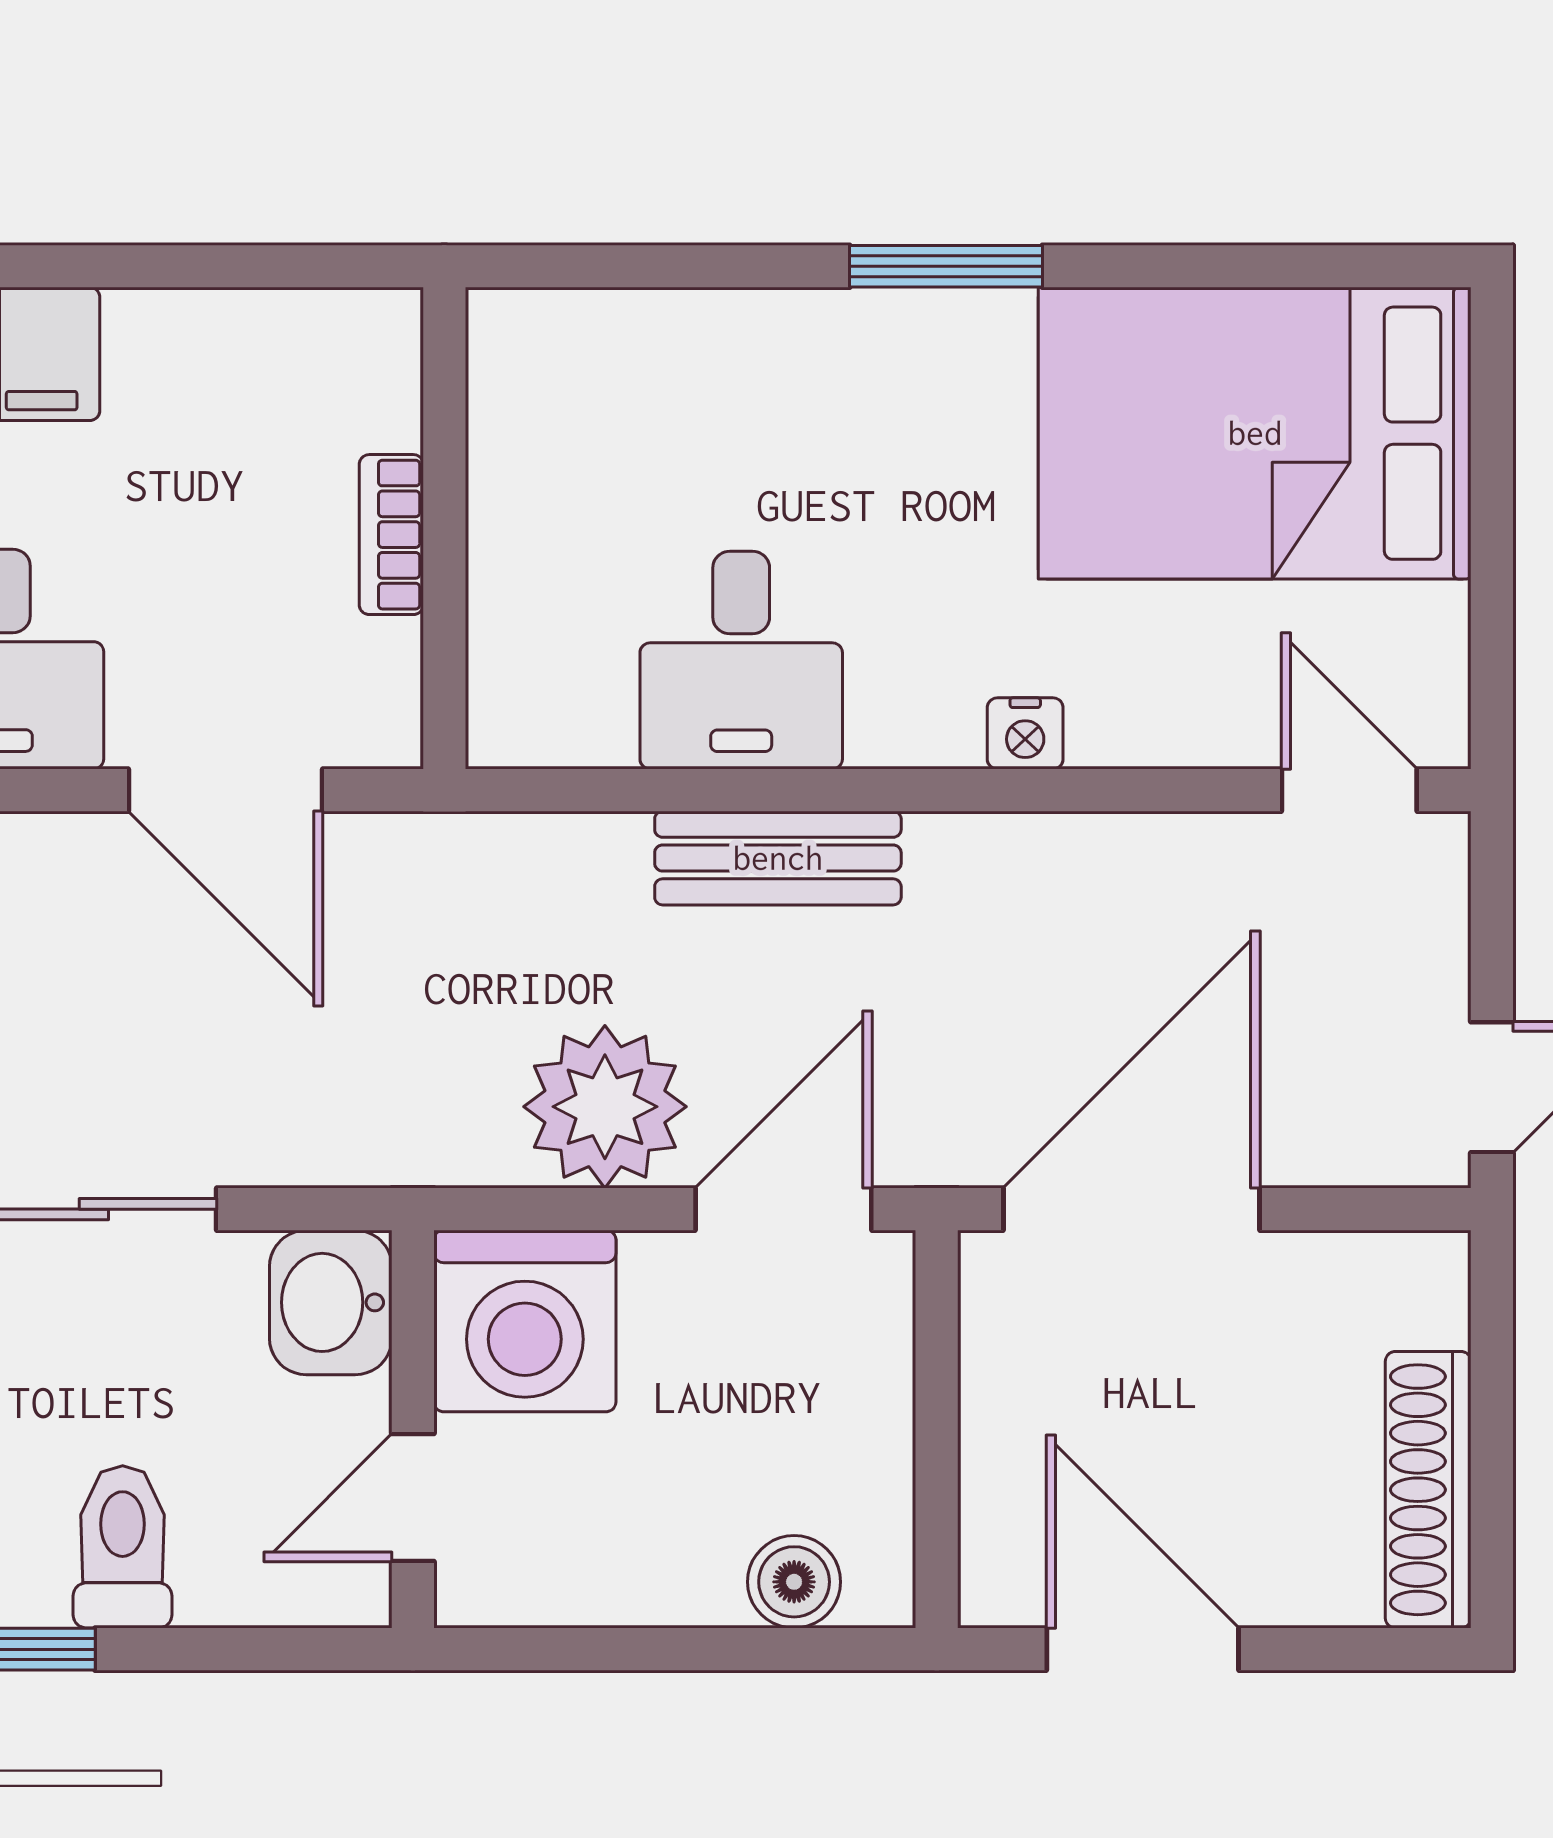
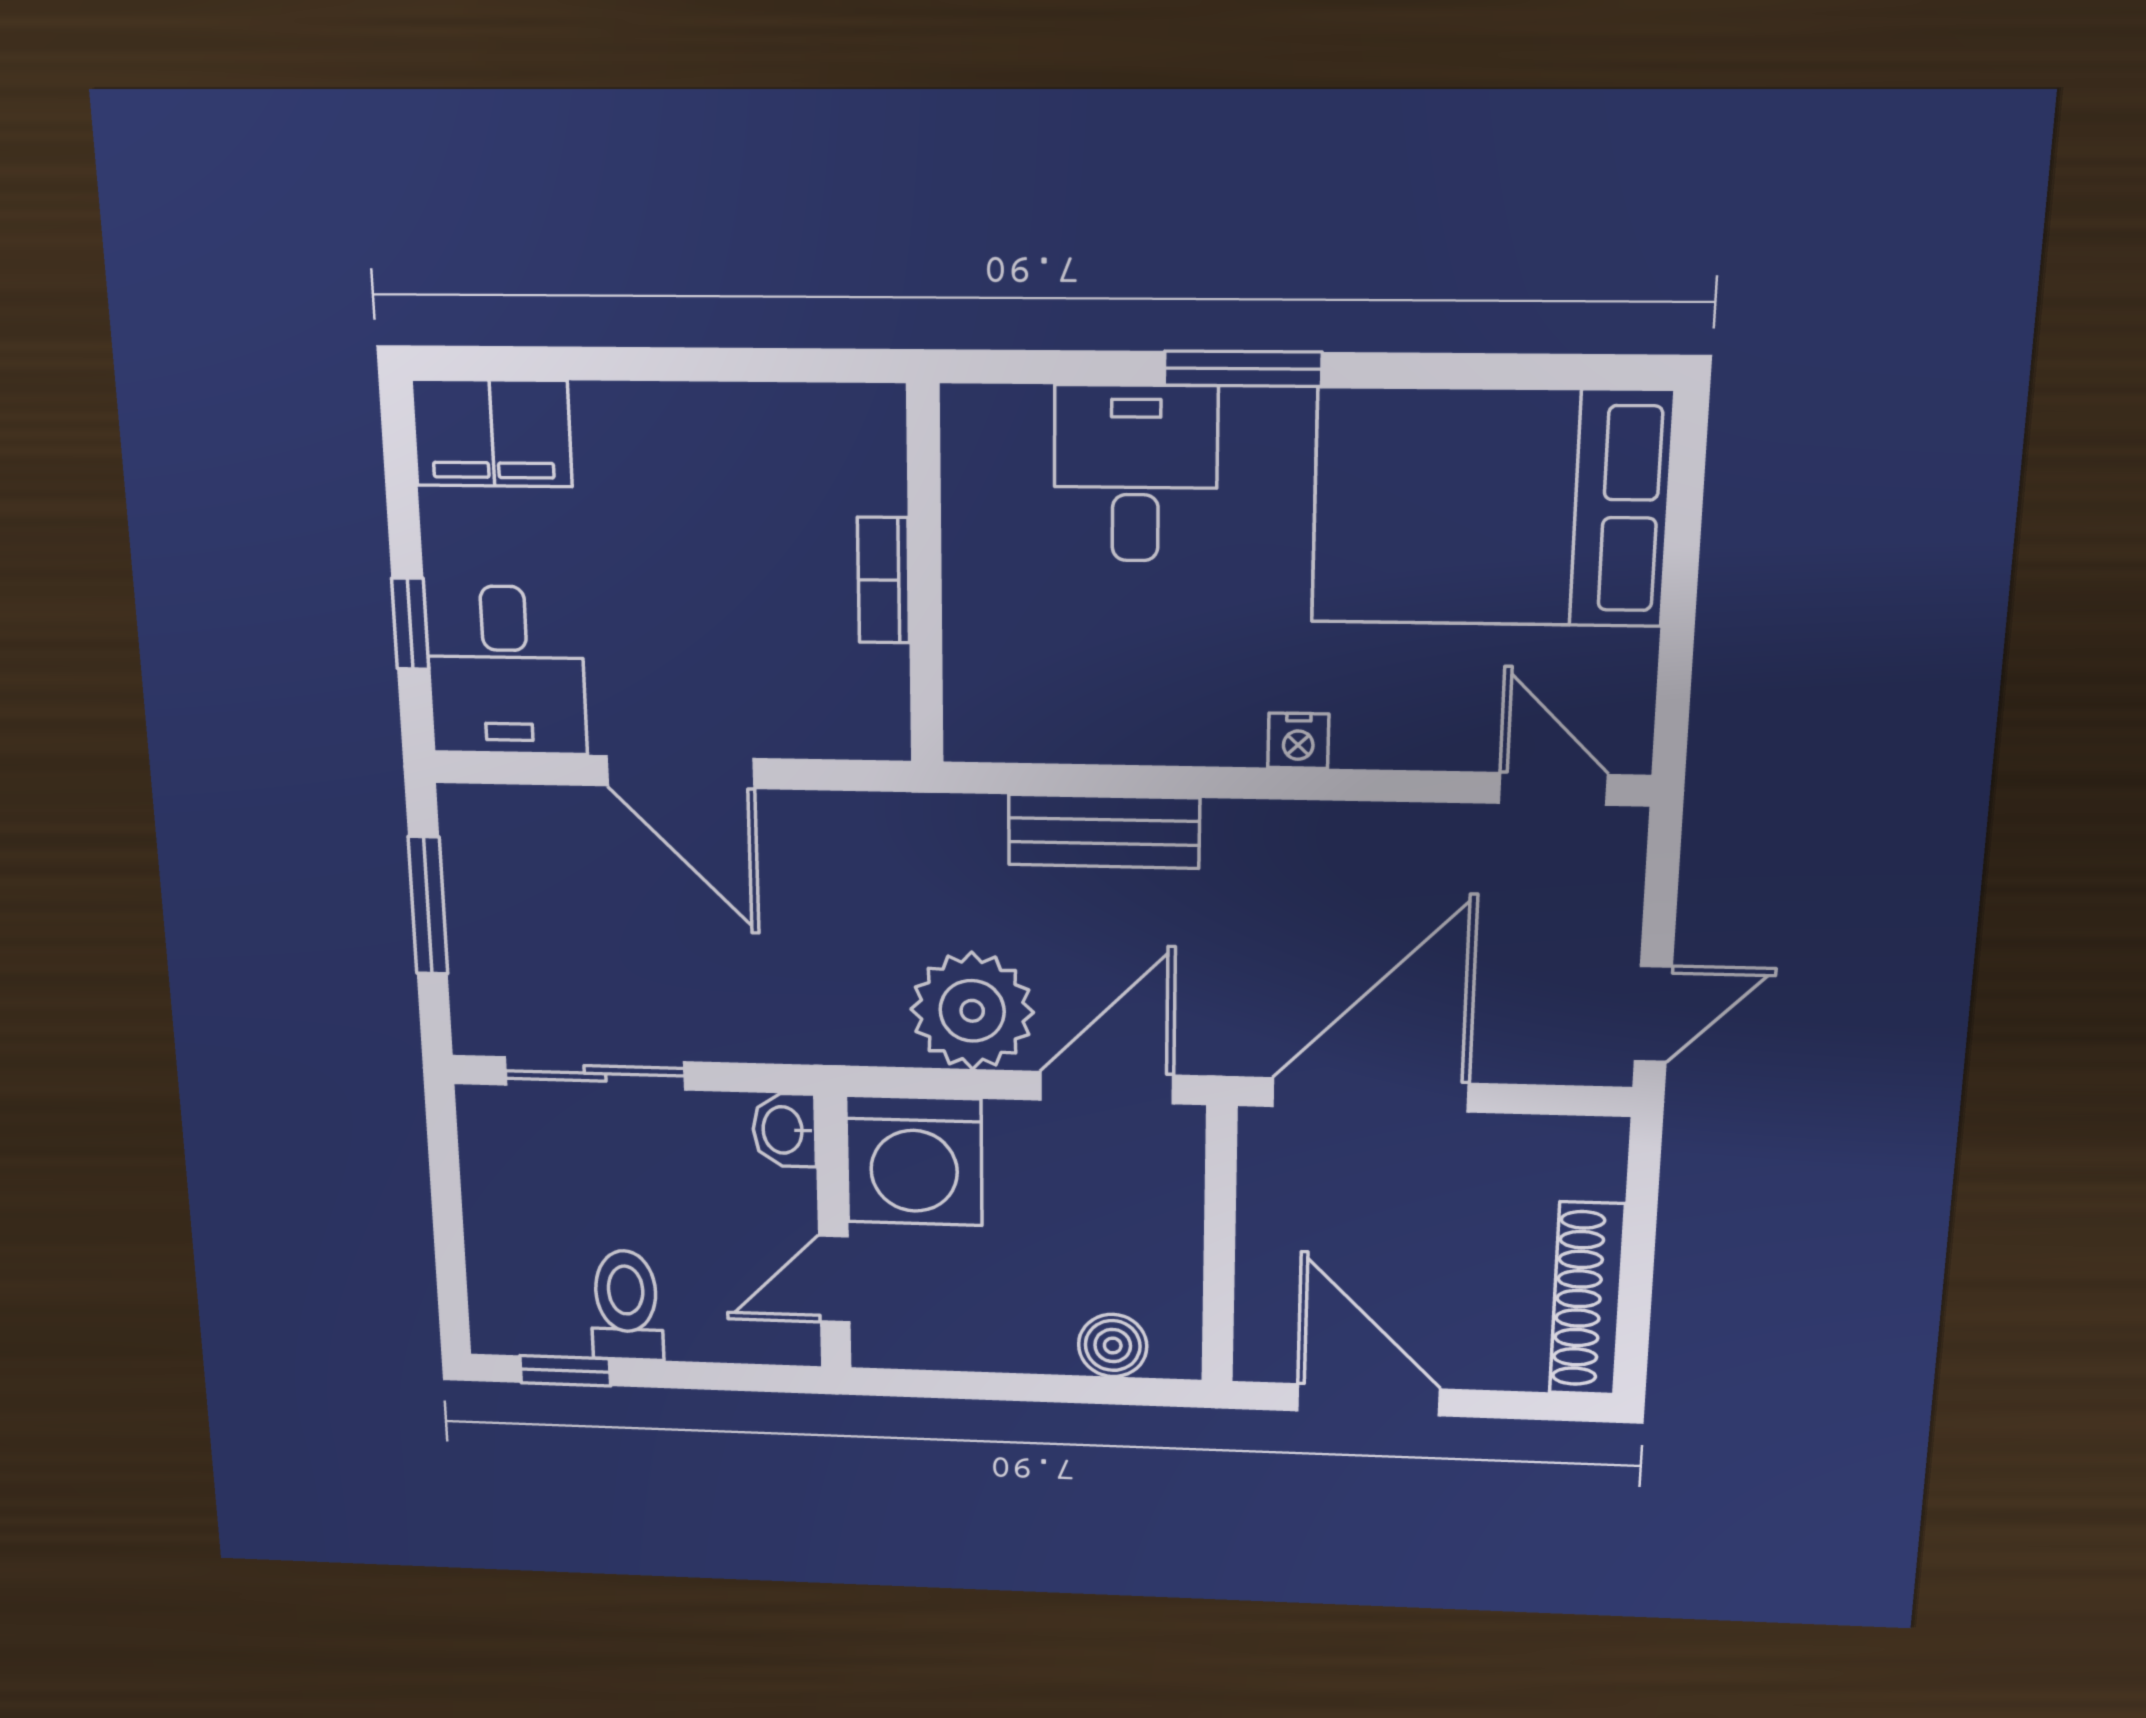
wall: (444, 528) -> (925, 576), moved
bookcase: (391, 535) -> (884, 580), moved
desk: (741, 660) -> (1136, 473), moved, turned 180
washbasin: (331, 1302) -> (784, 1130), width x0.72, depth x0.69

